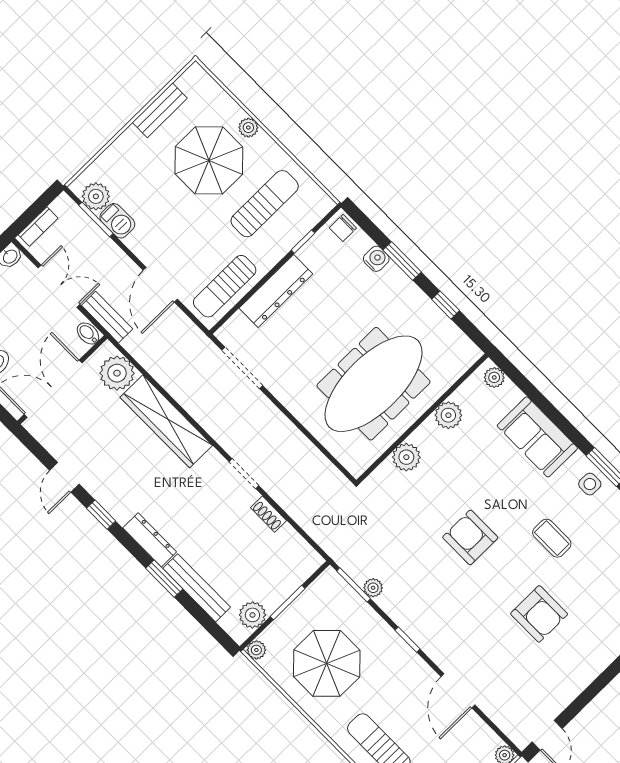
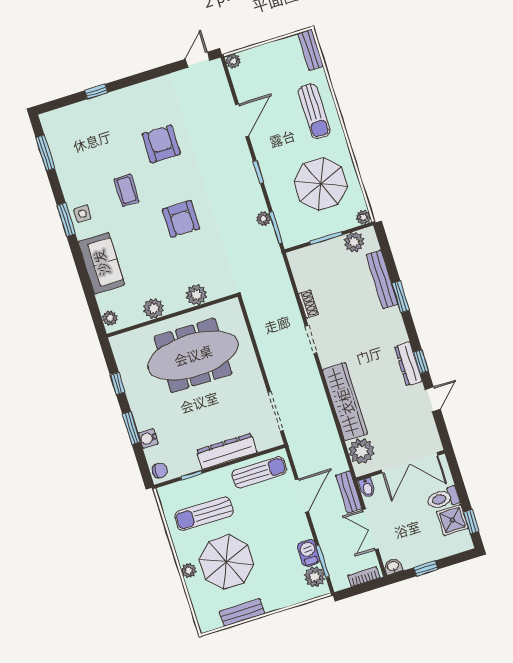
dresser: (150, 540) -> (408, 364), moved

